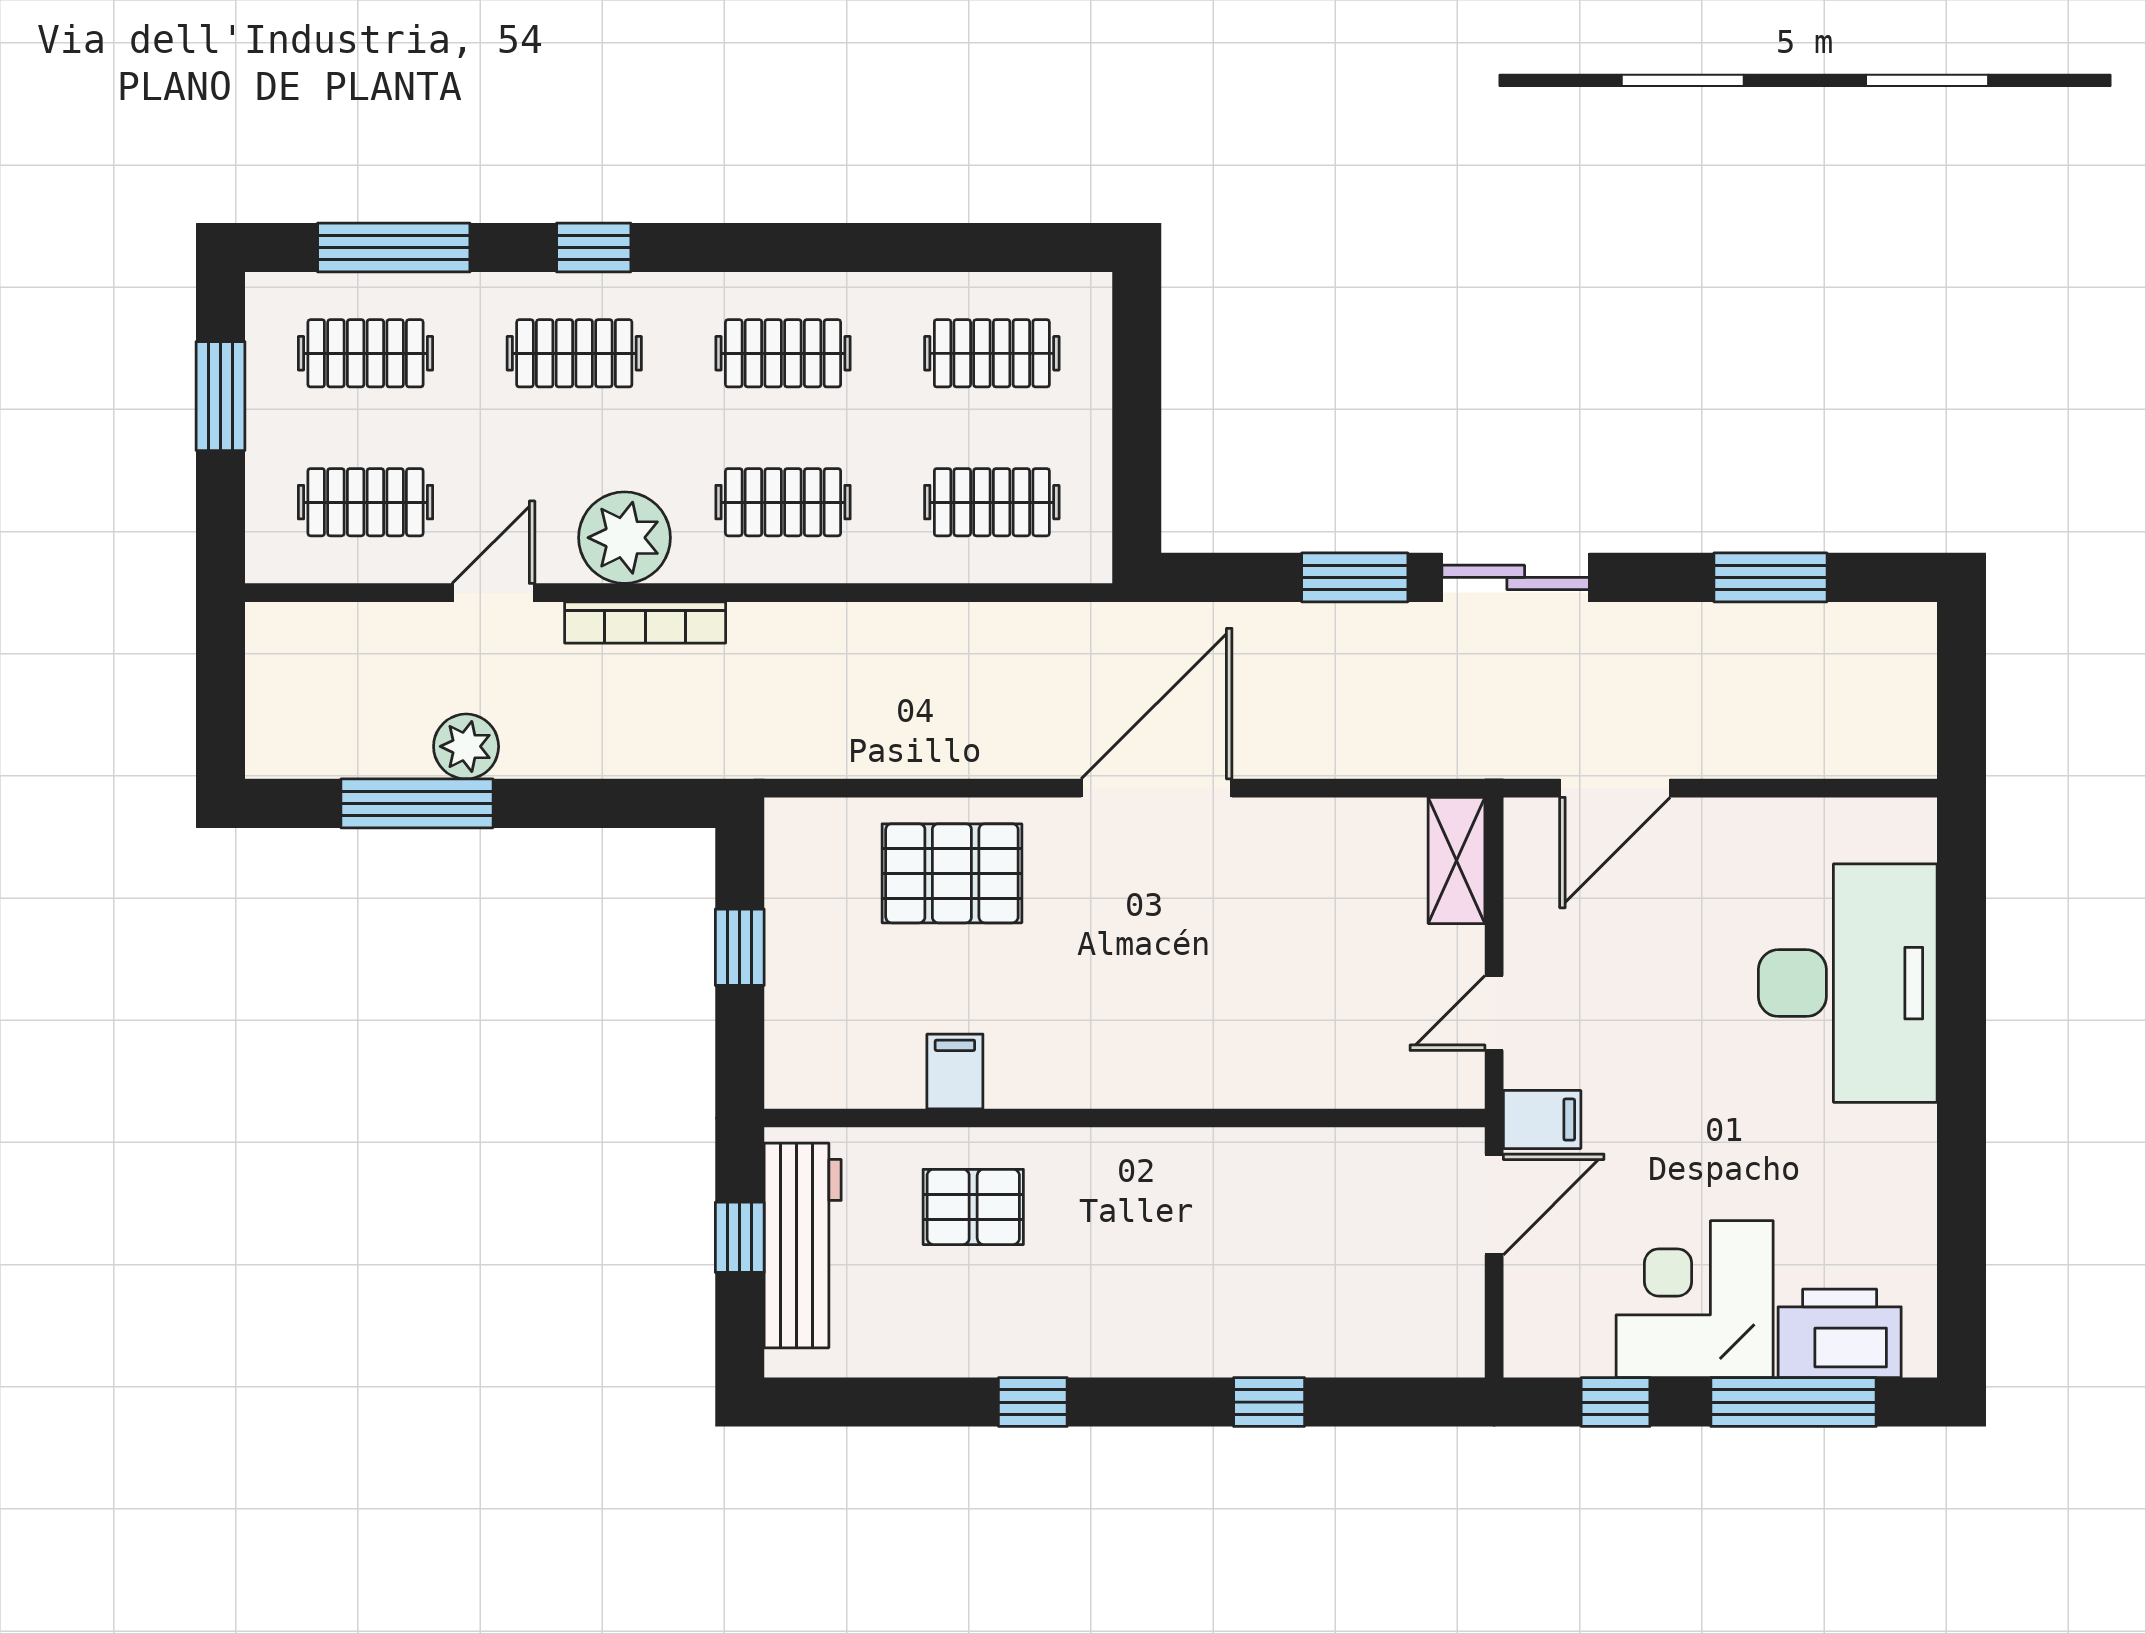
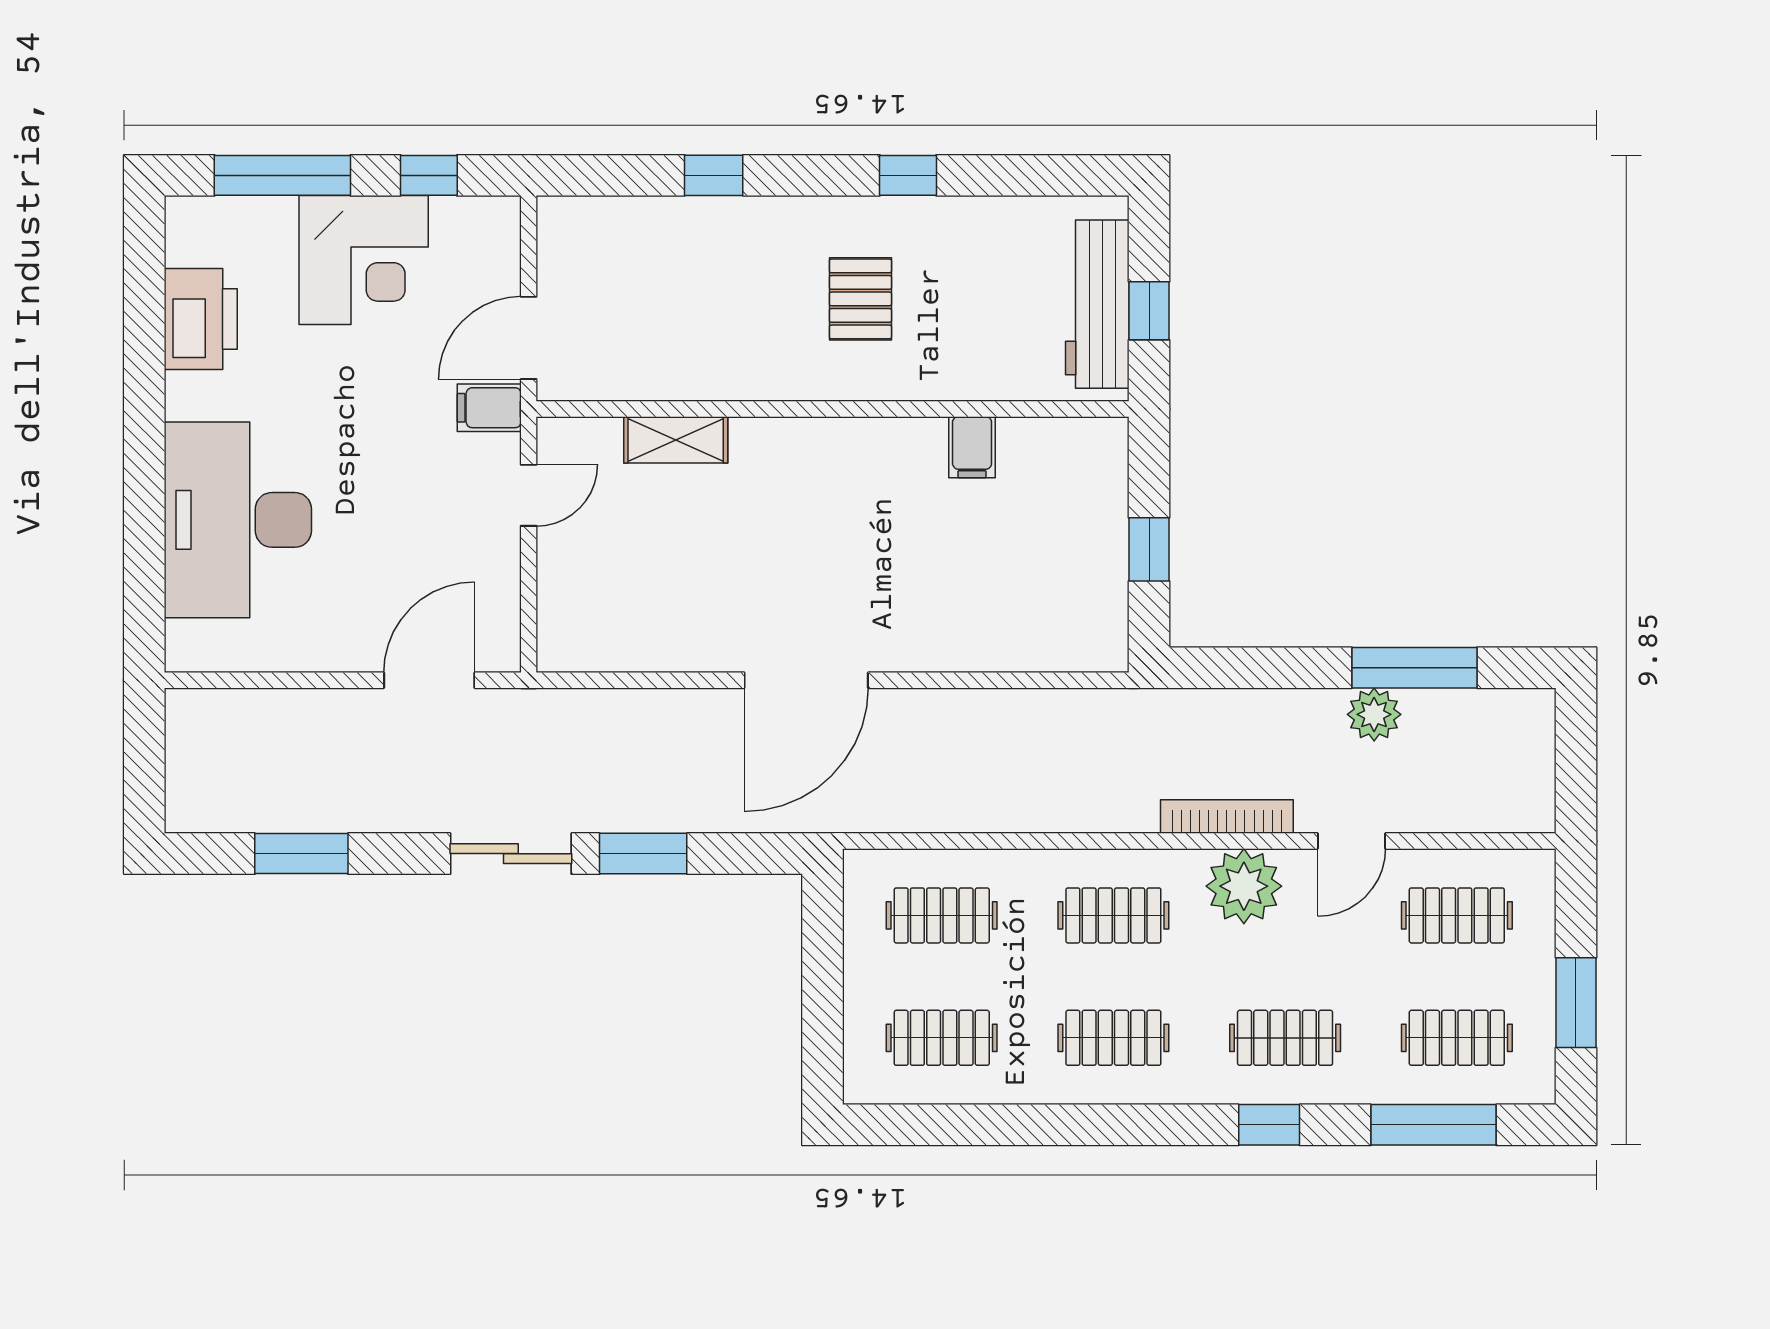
shelving: (1457, 860) -> (676, 440), moved, turned 90
pallet: (952, 873) -> (975, 610), removed
pallet: (973, 1207) -> (860, 299), moved, turned 90
printer: (1840, 1333) -> (201, 319), moved, turned -90

